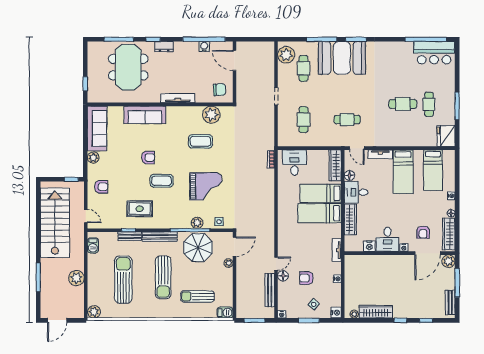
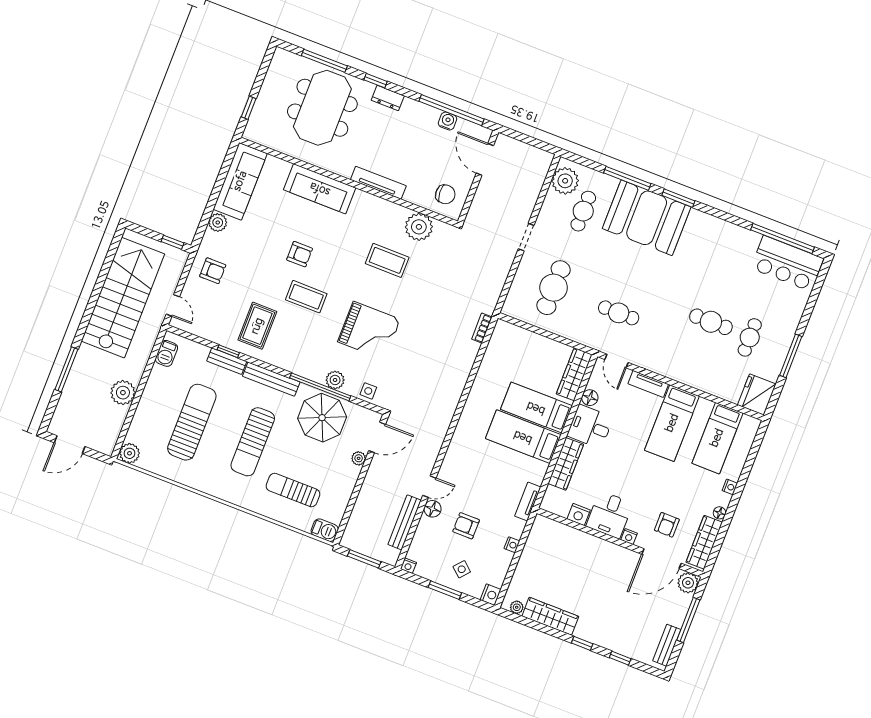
cafe table: (303, 120) -> (554, 288), width x1.37, depth x1.35
desk: (294, 163) -> (515, 346), removed
rug: (140, 209) -> (257, 326), turned 90

